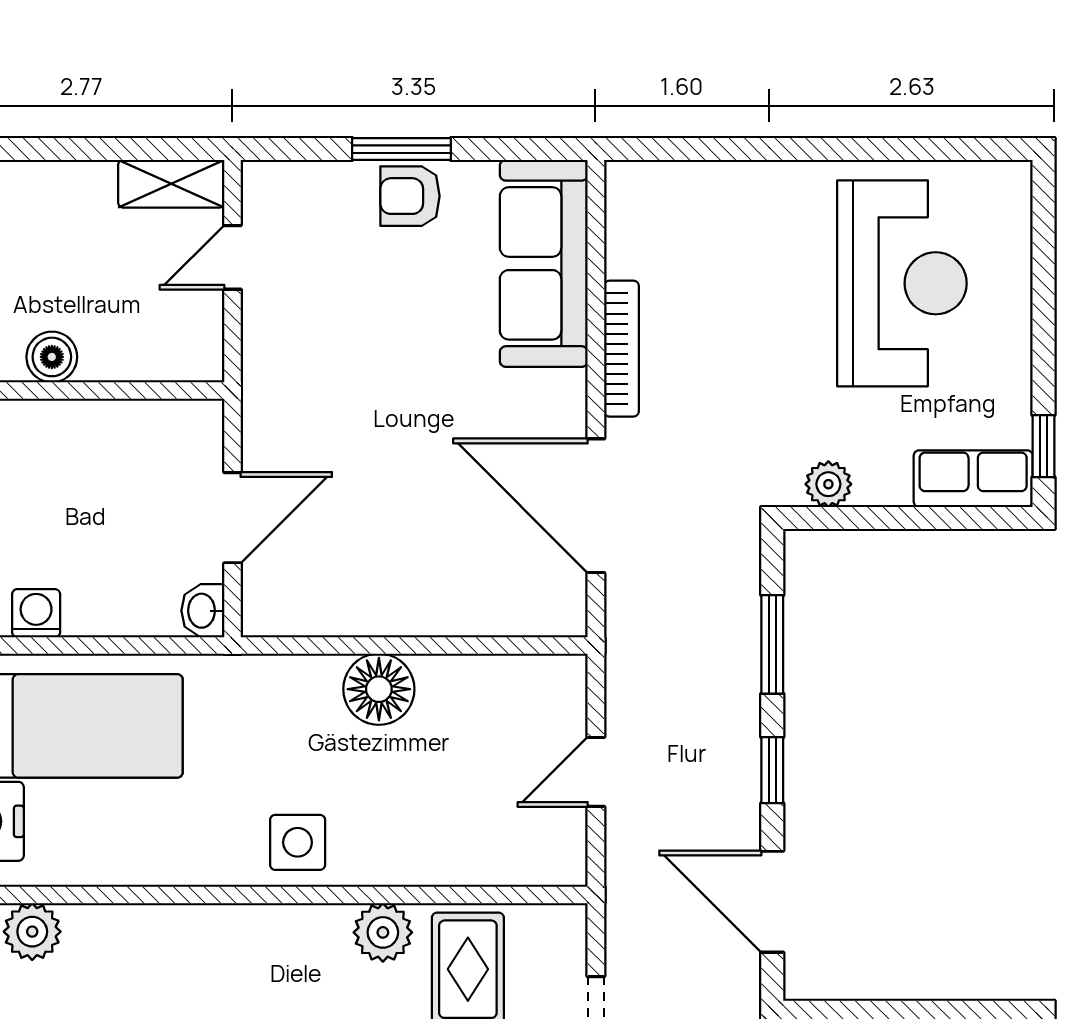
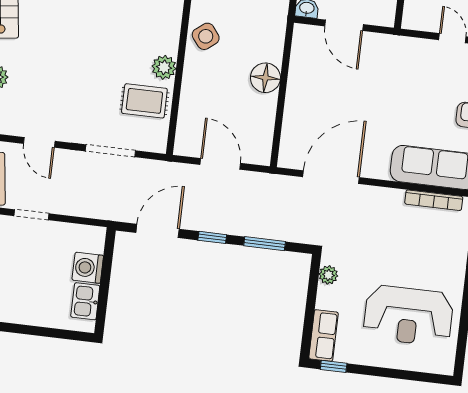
bookcase: (621, 349) -> (434, 200), moved
door: (596, 772) -> (220, 164), width x1.37
side table: (298, 842) -> (206, 36), turned -38

